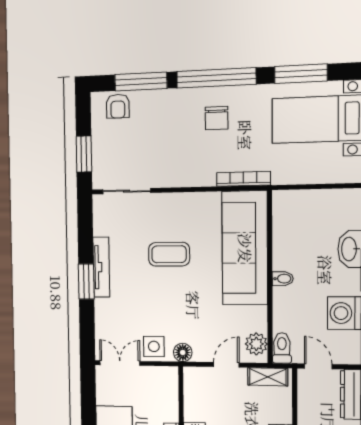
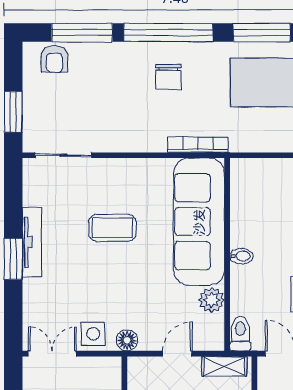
plant: (256, 344) -> (212, 300), moved

